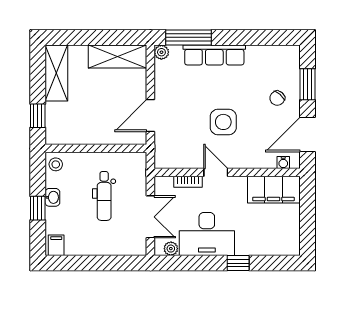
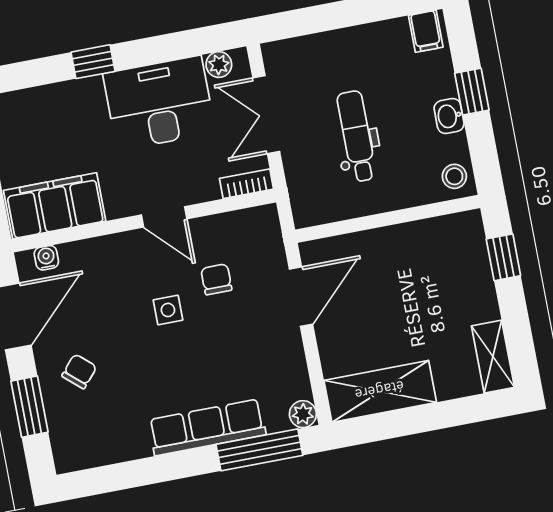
shelving: (56, 73) -> (493, 357), width x0.67, depth x0.75
side table: (223, 122) -> (168, 310), width x0.54, depth x0.54
chair: (194, 133) -> (216, 279), added
bookcase: (188, 182) -> (246, 184), moved

